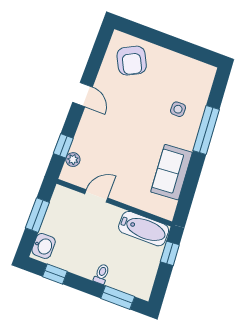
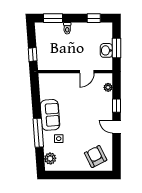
plant: (203, 84) -> (50, 159), added
window: (63, 146) -> (116, 106), moved
sofa: (172, 172) -> (50, 115), moved
bathtub: (144, 229) -> (53, 63), removed
washbasin: (44, 246) -> (106, 50), moved

